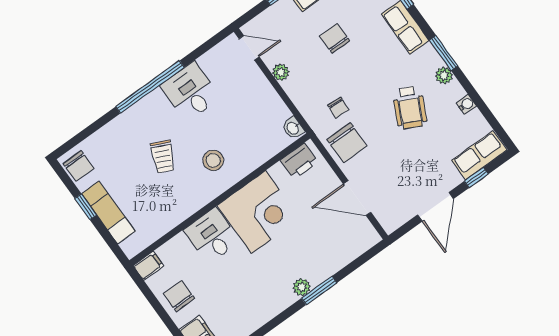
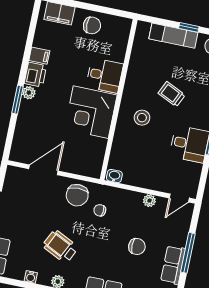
chair: (347, 143) -> (77, 195), turned -90
printer: (299, 161) -> (35, 75), moved, turned 180
filing cabinet: (148, 266) -> (39, 56), moved, turned -90

